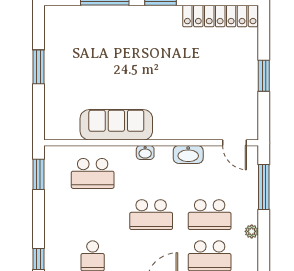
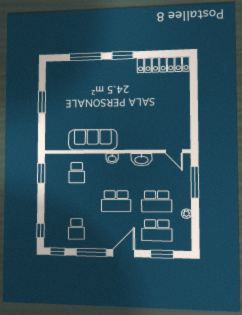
window: (264, 76) -> (194, 105), removed
school desk: (93, 173) -> (77, 173), width x0.54

